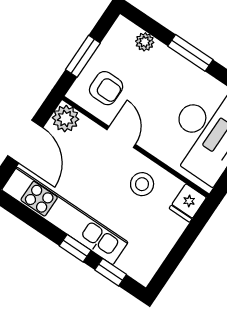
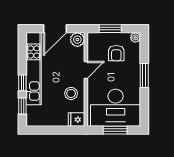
plant: (145, 42) -> (135, 37), moved
armchair: (106, 88) -> (116, 53), moved

